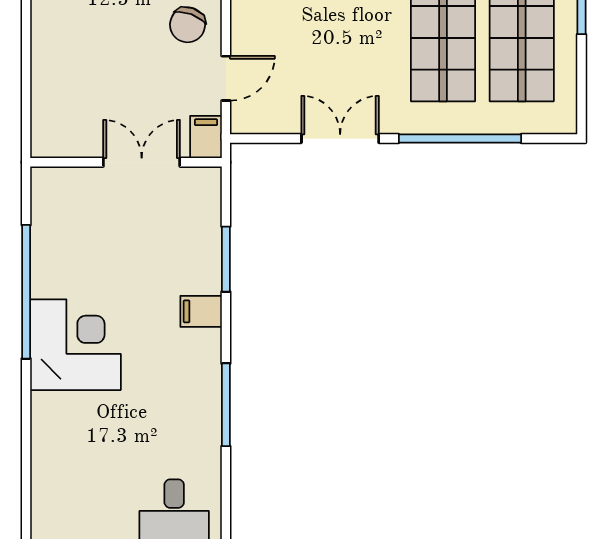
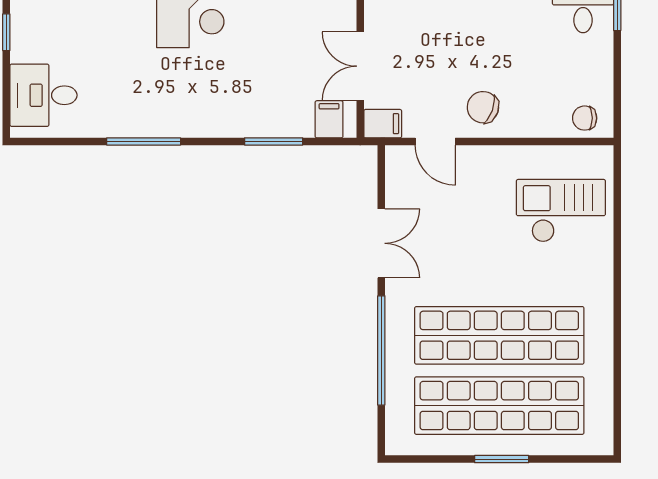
double door: (142, 162) -> (360, 66), swing flipped
filing cabinet: (201, 311) -> (329, 119), moved

